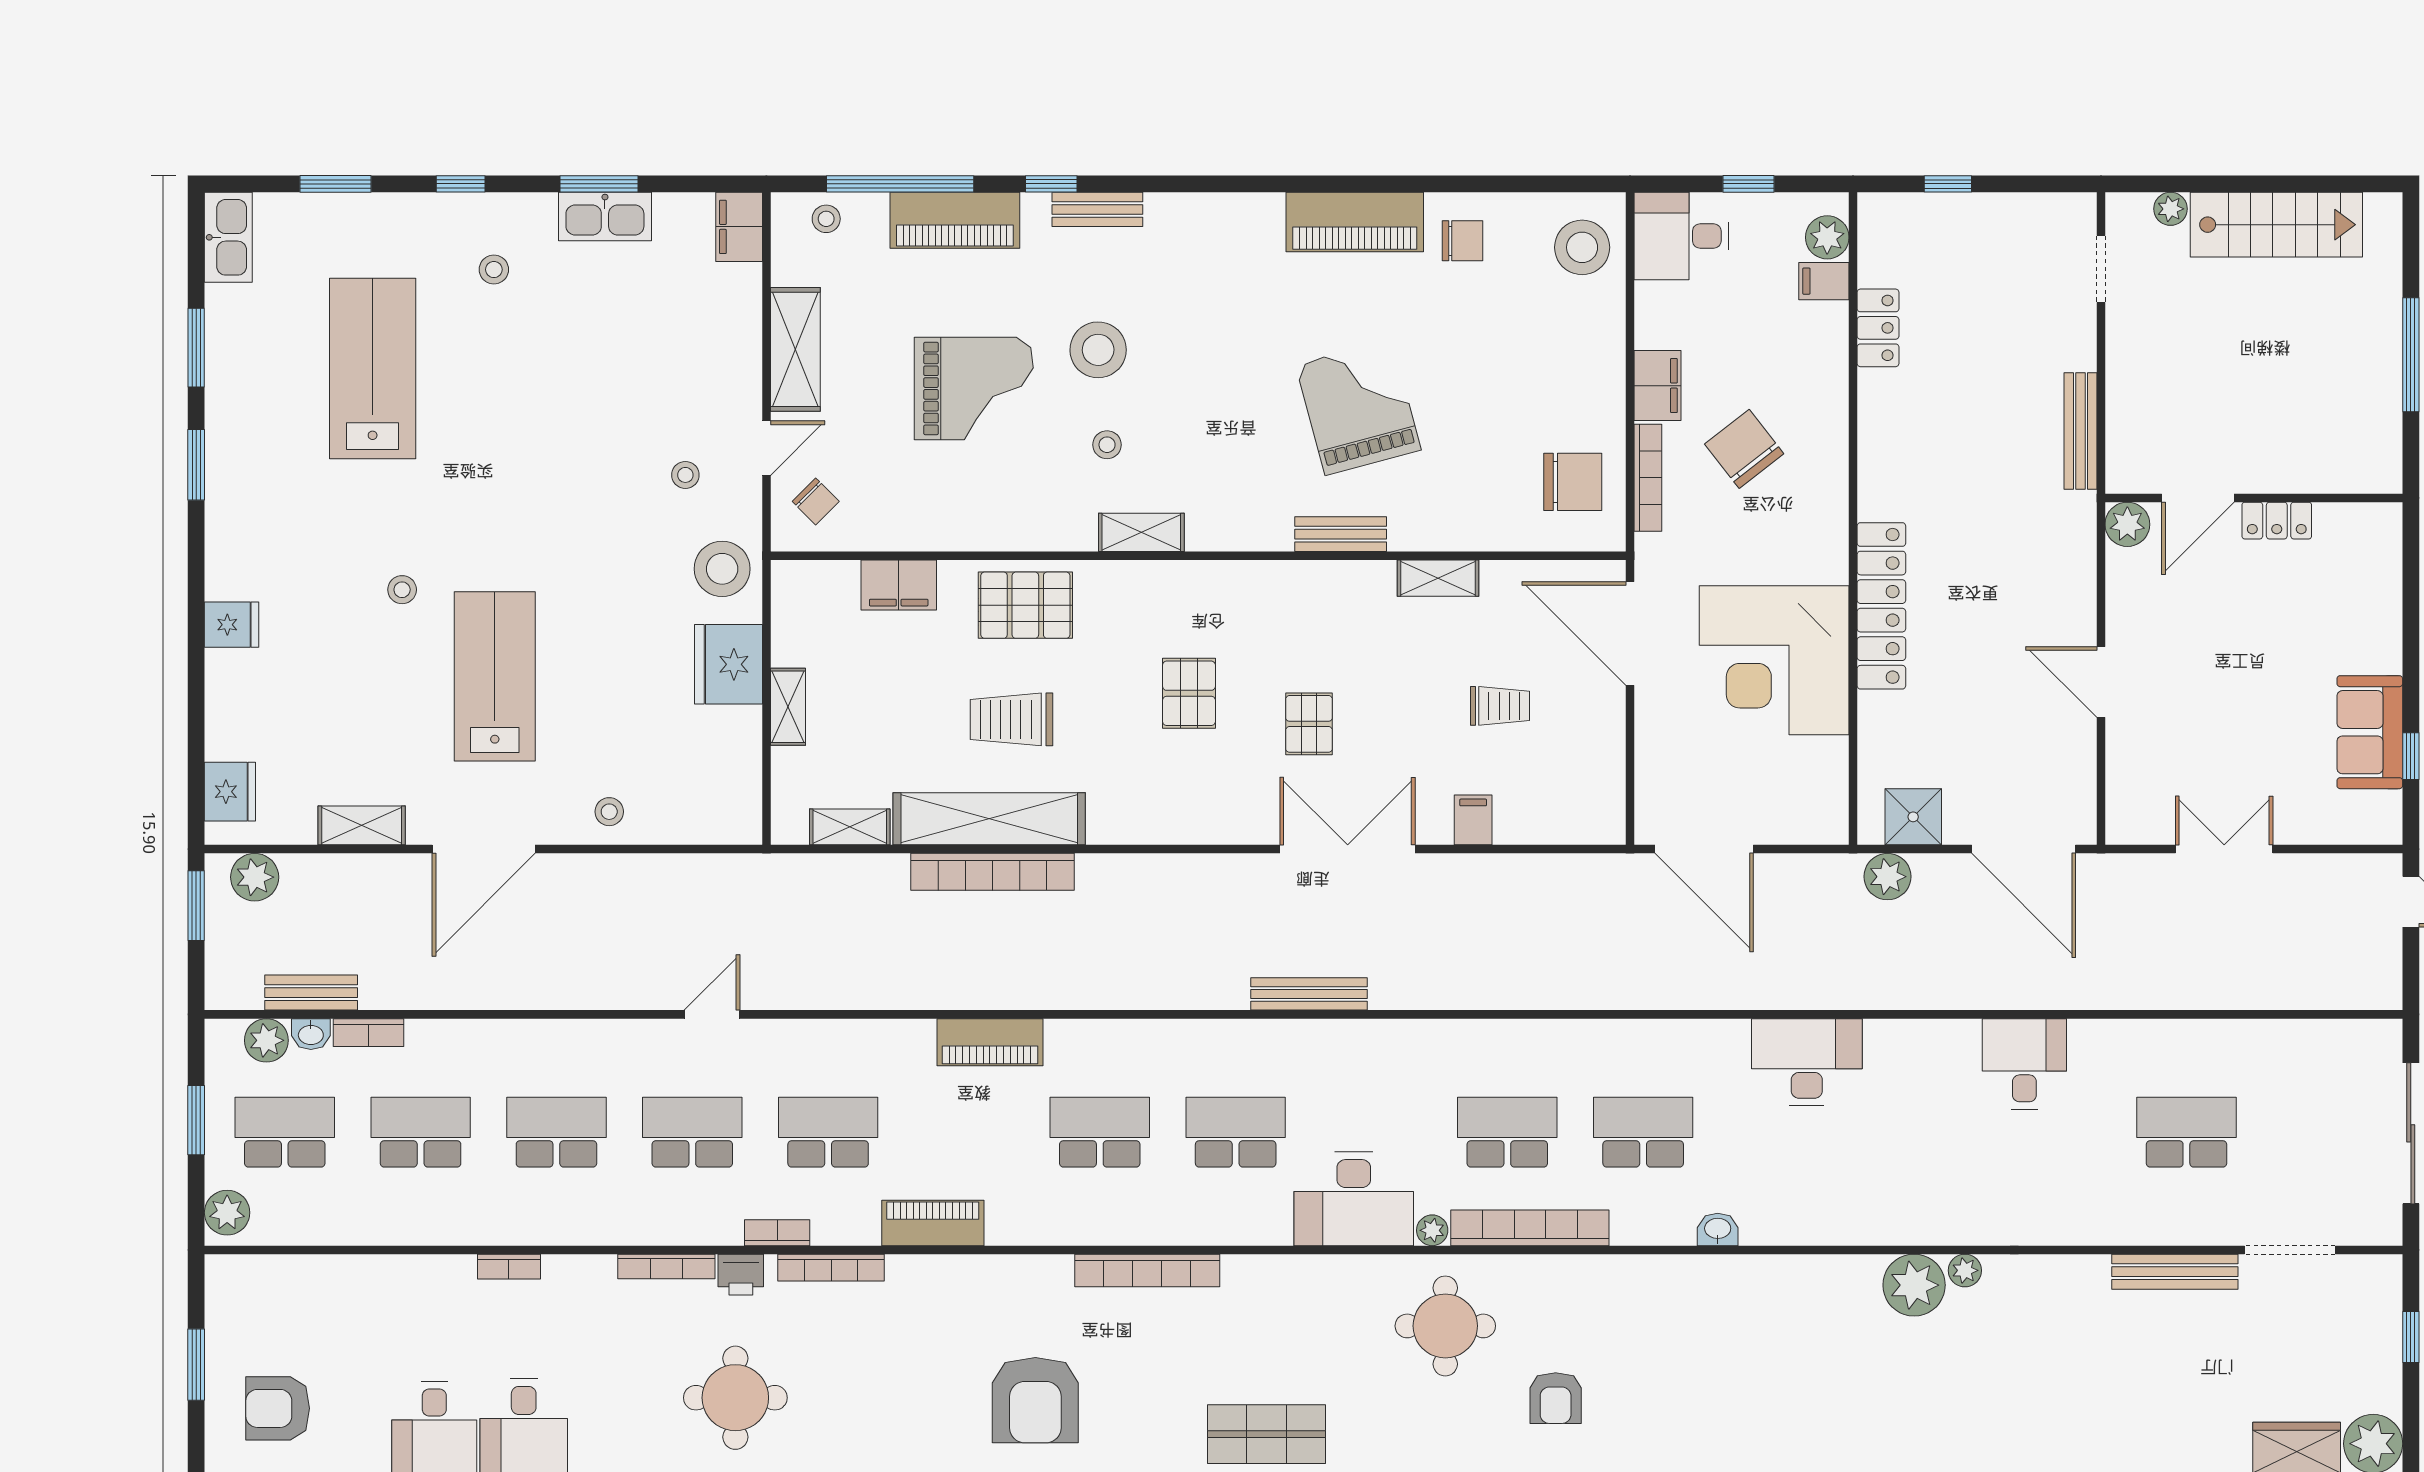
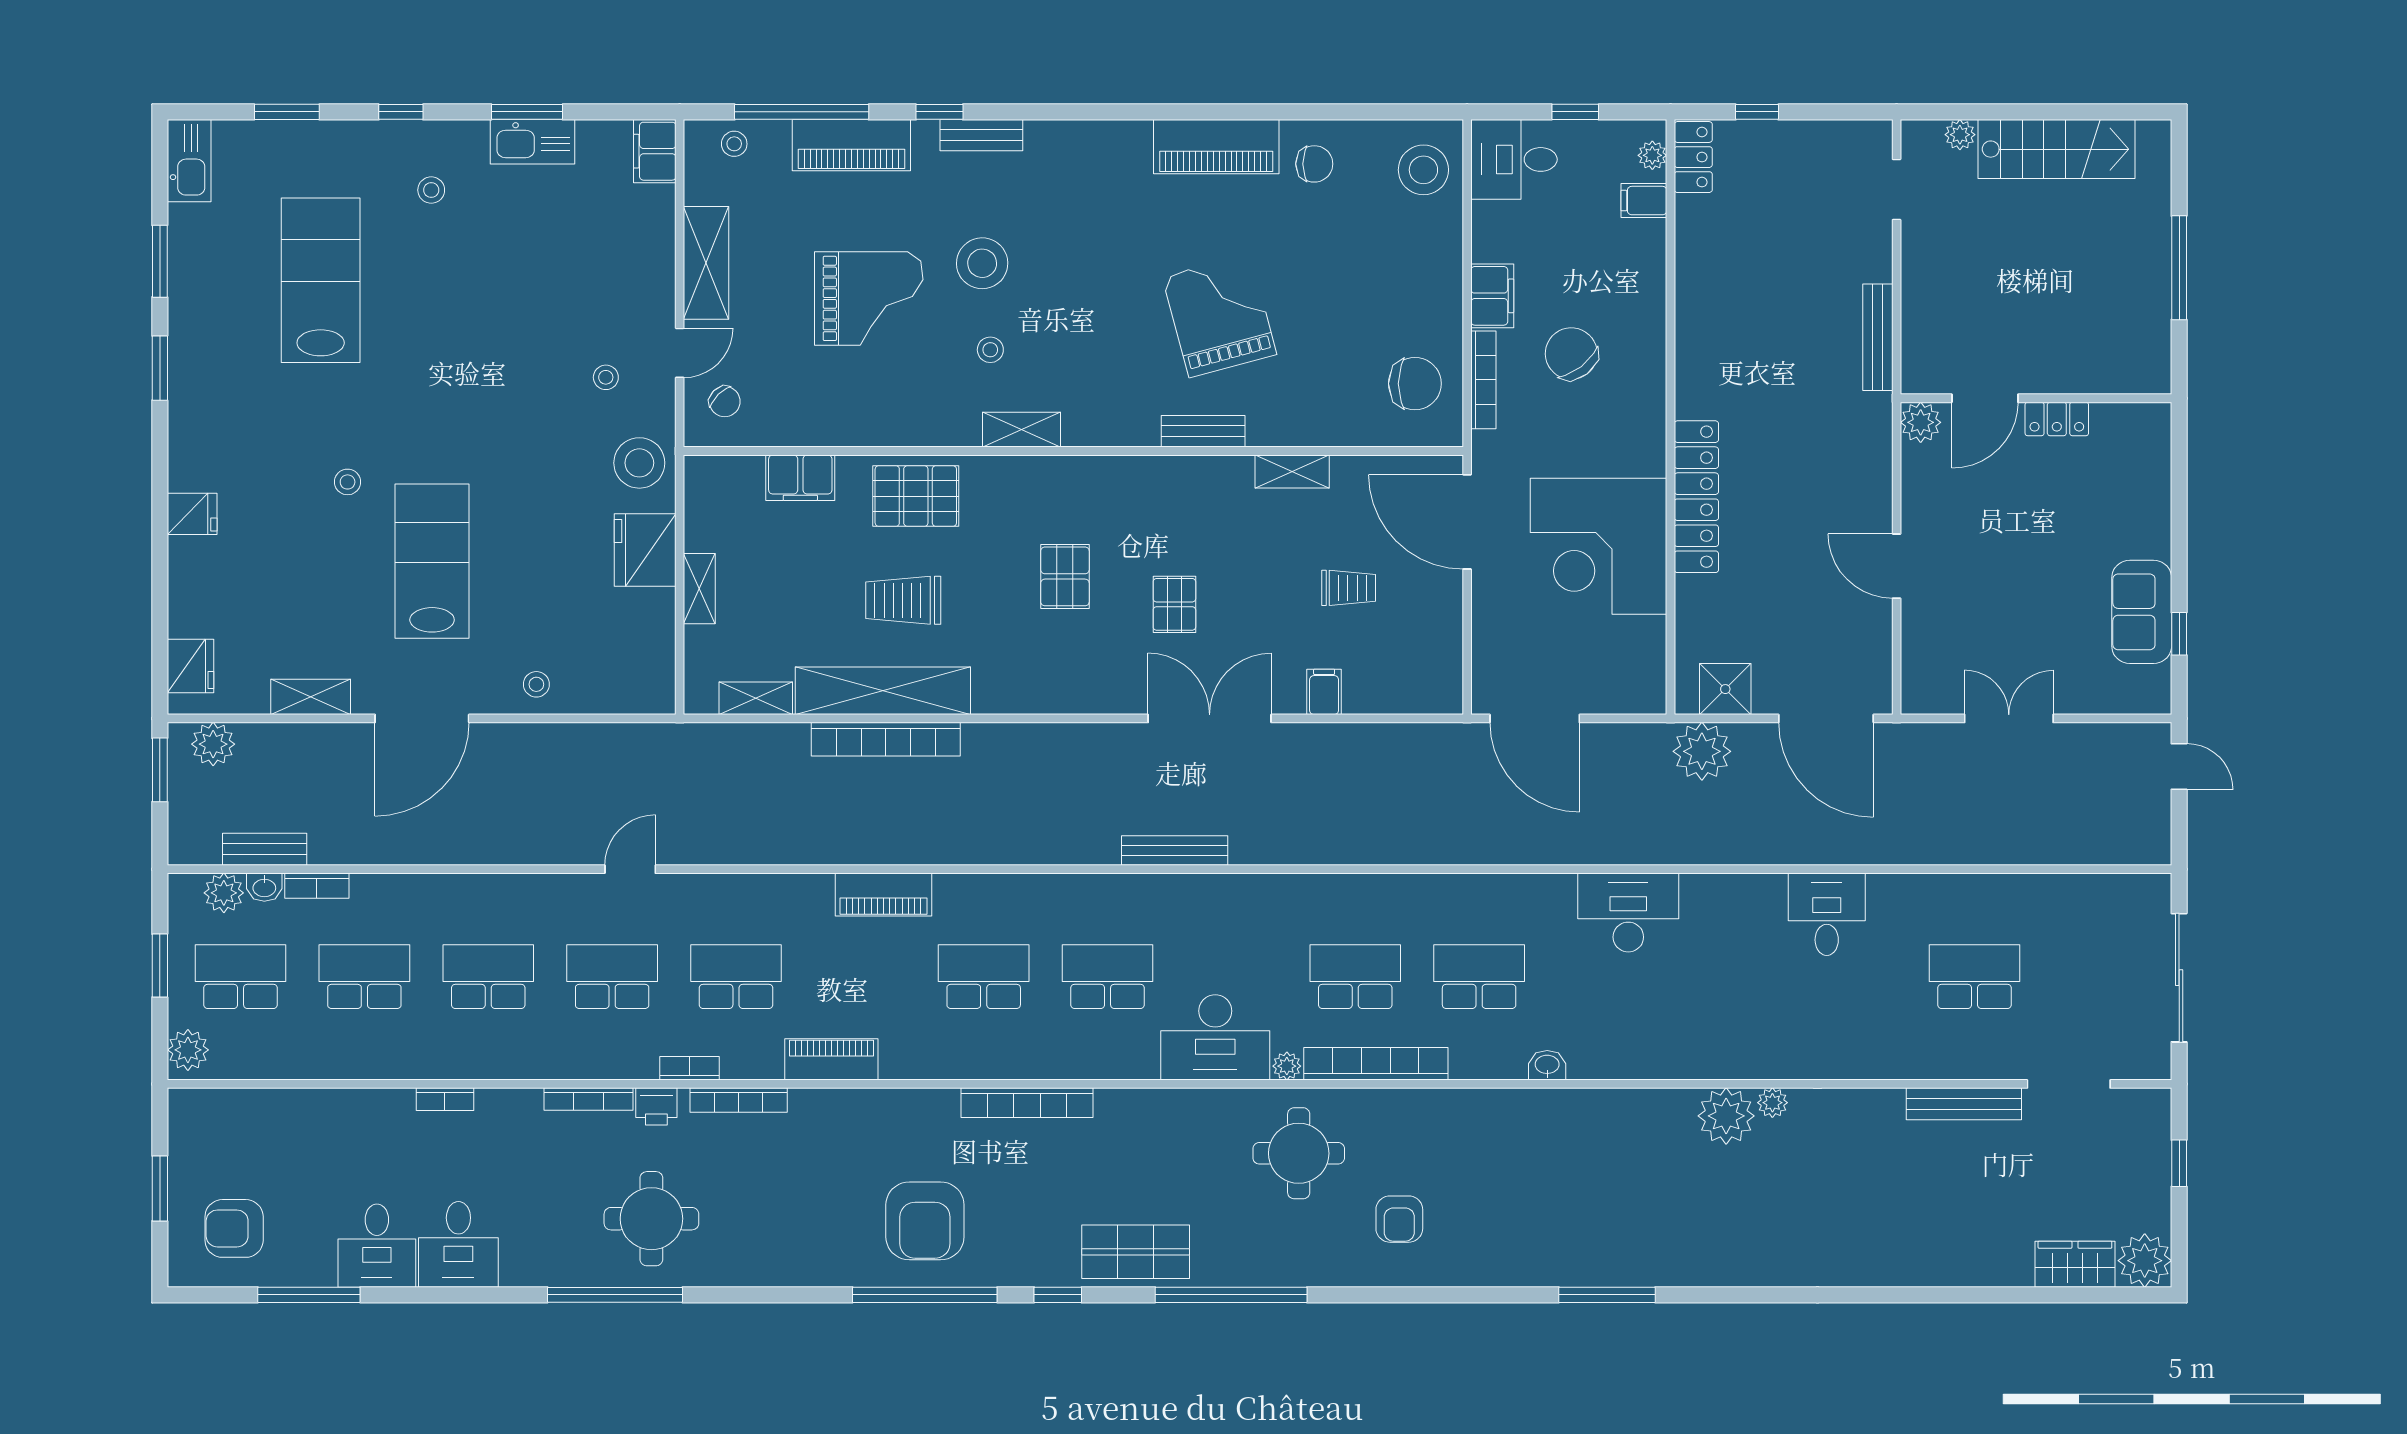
plant: (1827, 237) -> (1652, 155), width x0.73, depth x0.73
locker: (1878, 328) -> (1693, 157), moved
plant: (1887, 877) -> (1702, 751), width x1.36, depth x1.36

